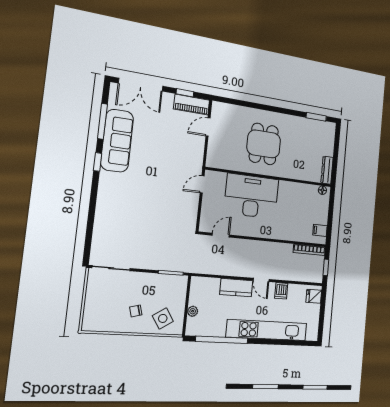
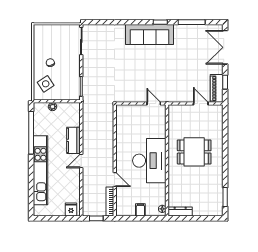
sofa: (117, 141) -> (150, 35), moved
desk: (252, 196) -> (149, 161), moved
filing cabinet: (320, 230) -> (140, 210), moved
door: (221, 235) -> (115, 180), moved
dishwasher: (281, 291) -> (73, 180), removed

